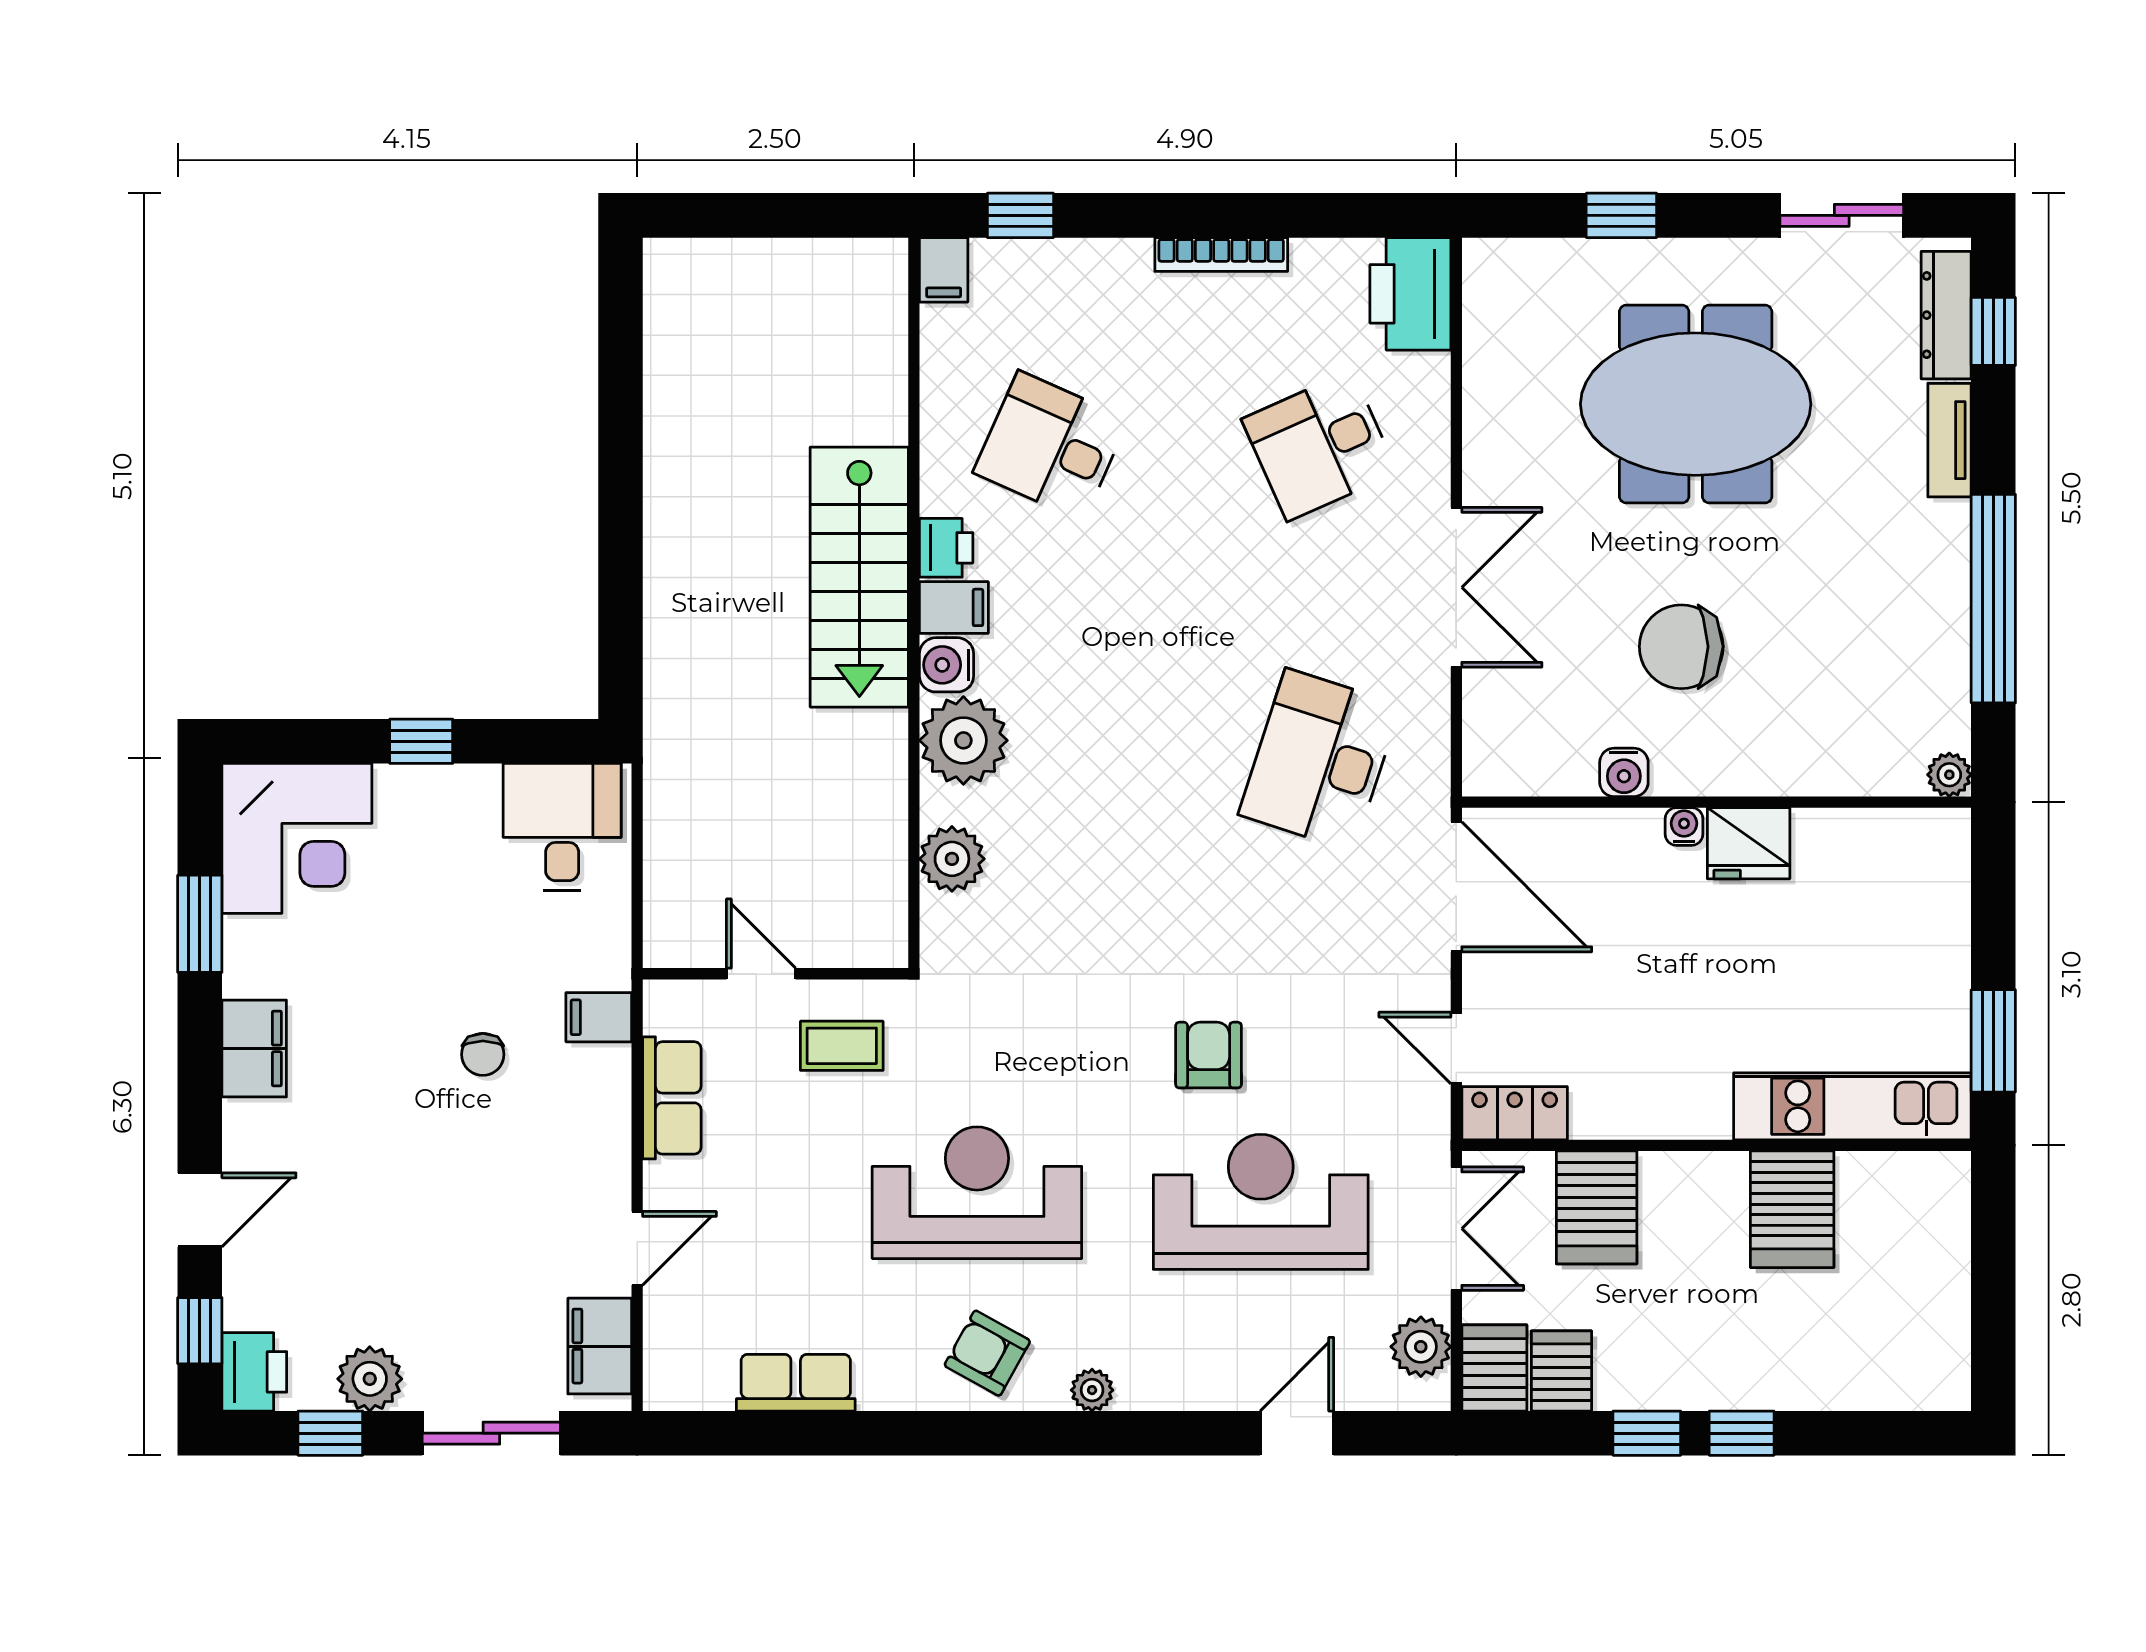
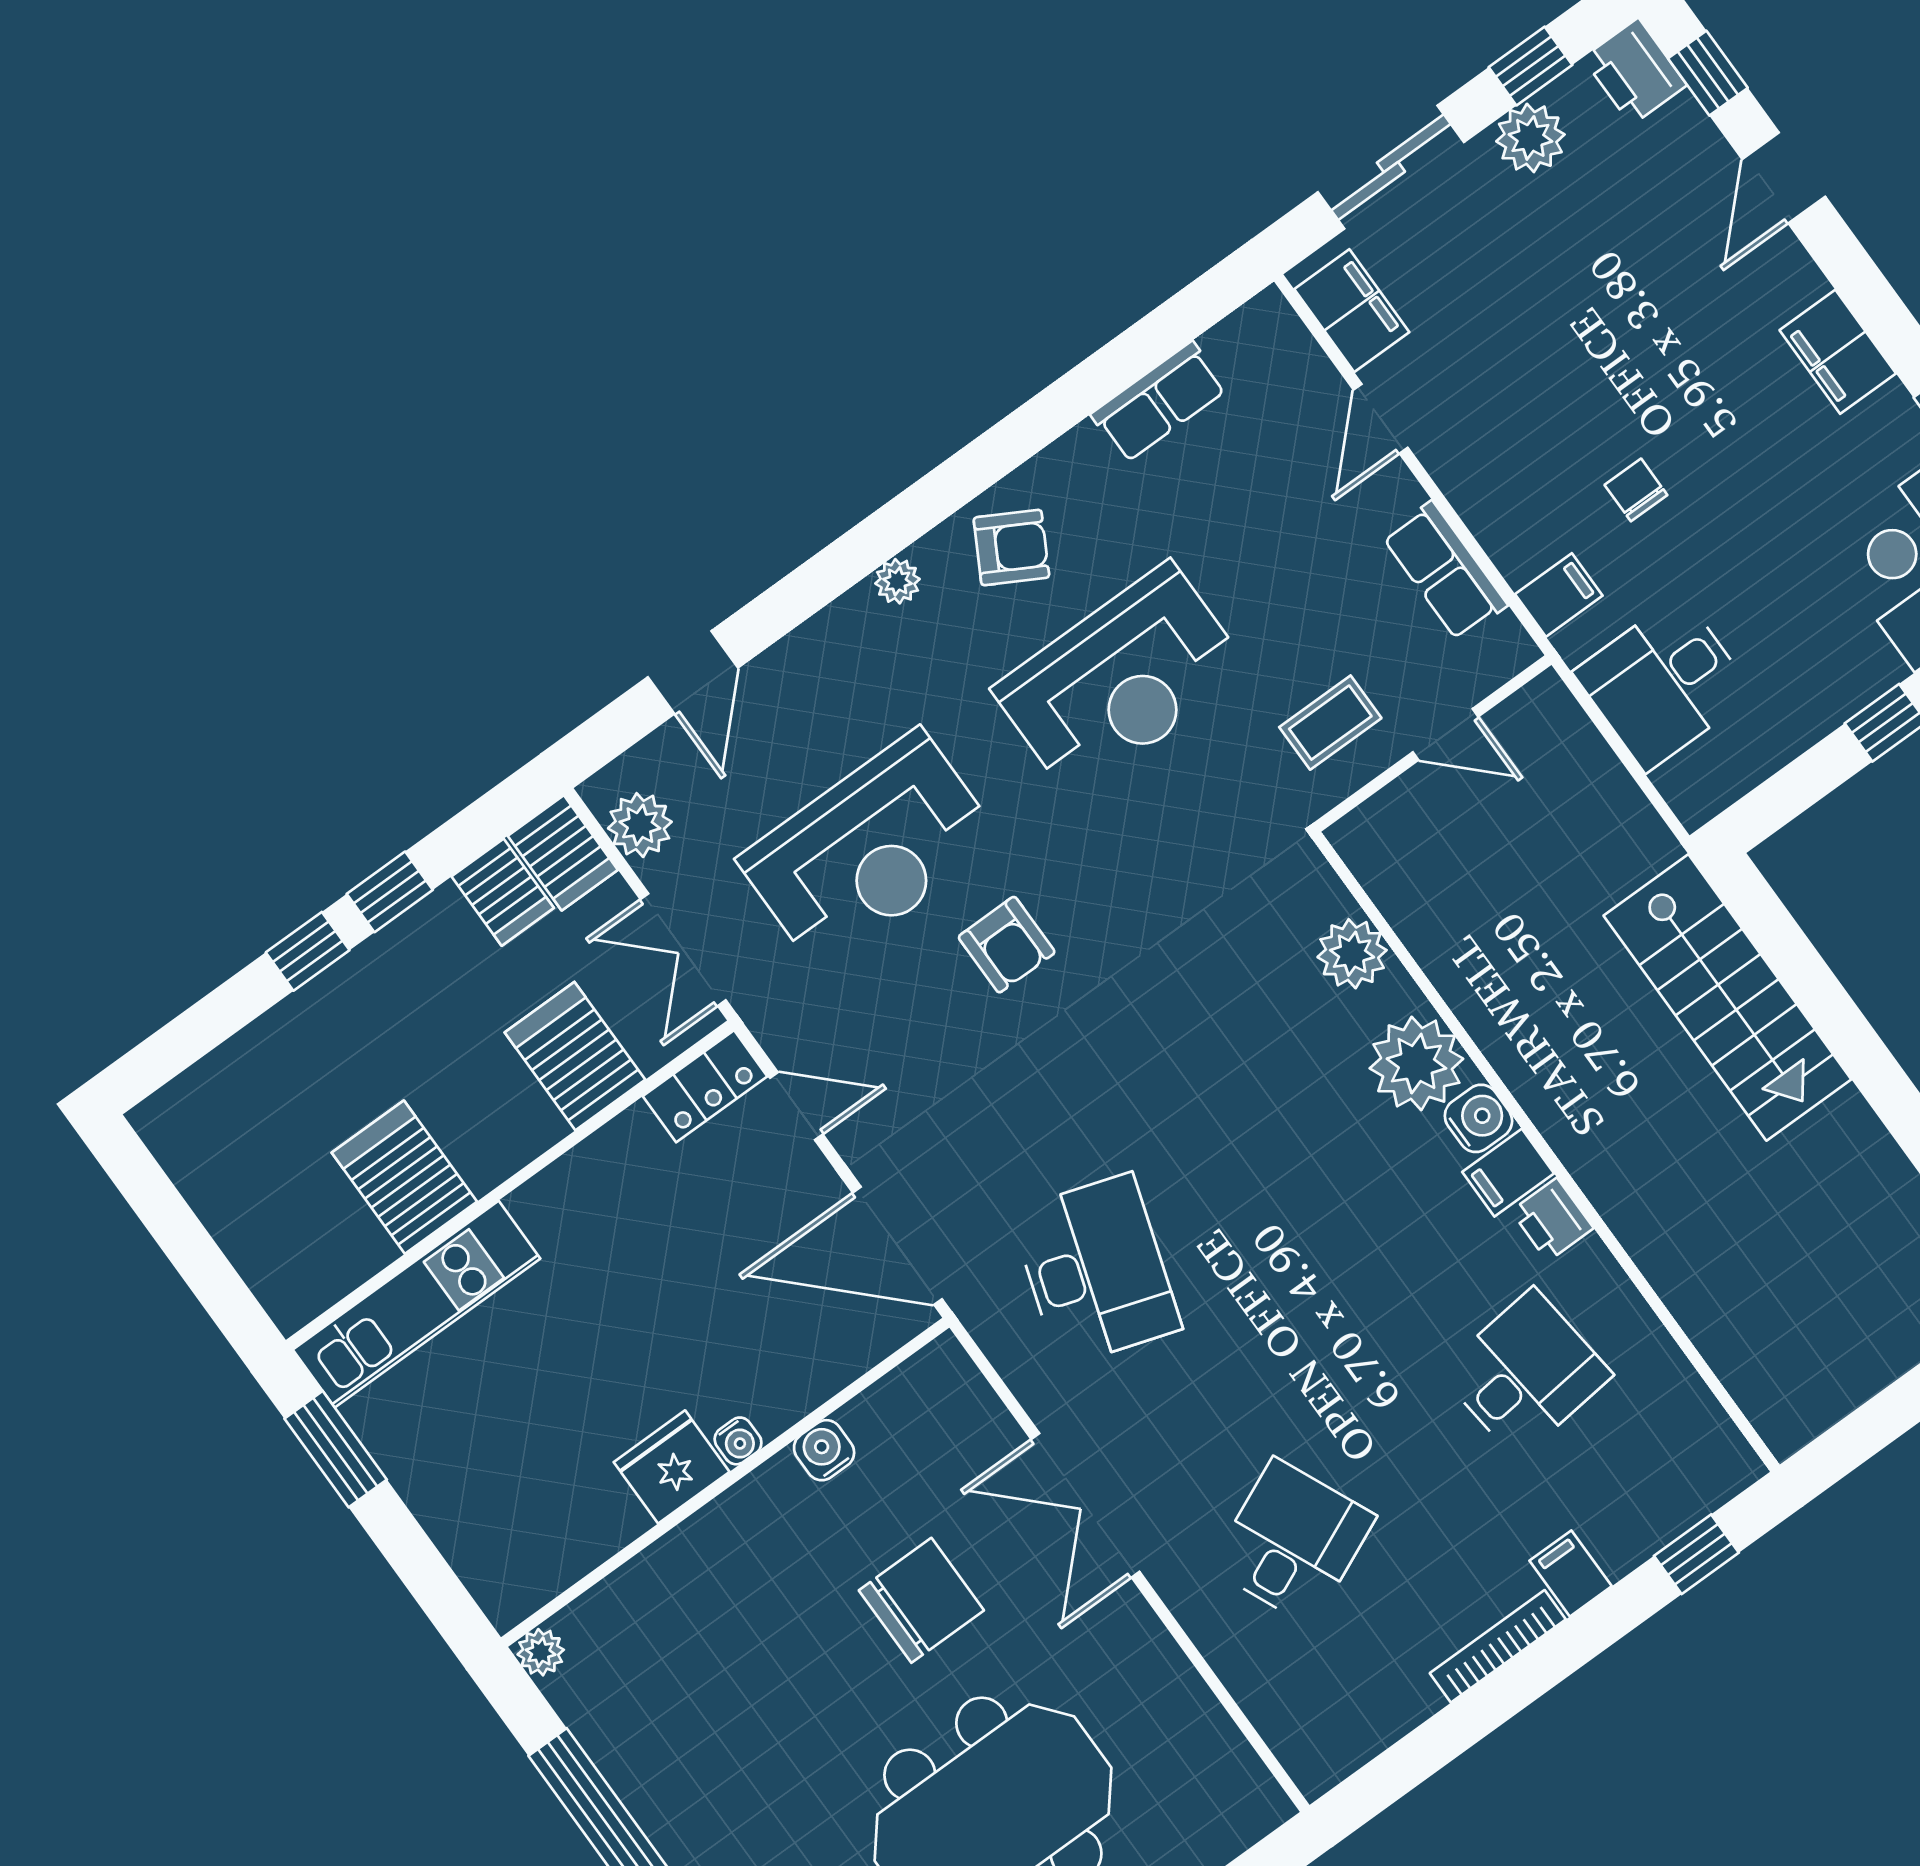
filing cabinet: (944, 270) -> (1571, 1573), moved
printer: (1410, 294) -> (1309, 1731), removed
desk: (1051, 446) -> (1525, 1374), turned -30
stairs: (859, 577) -> (1727, 997), moved, turned 180
chair: (1681, 647) -> (921, 1600), moved
desk: (562, 827) -> (1663, 683), moved, turned 90

